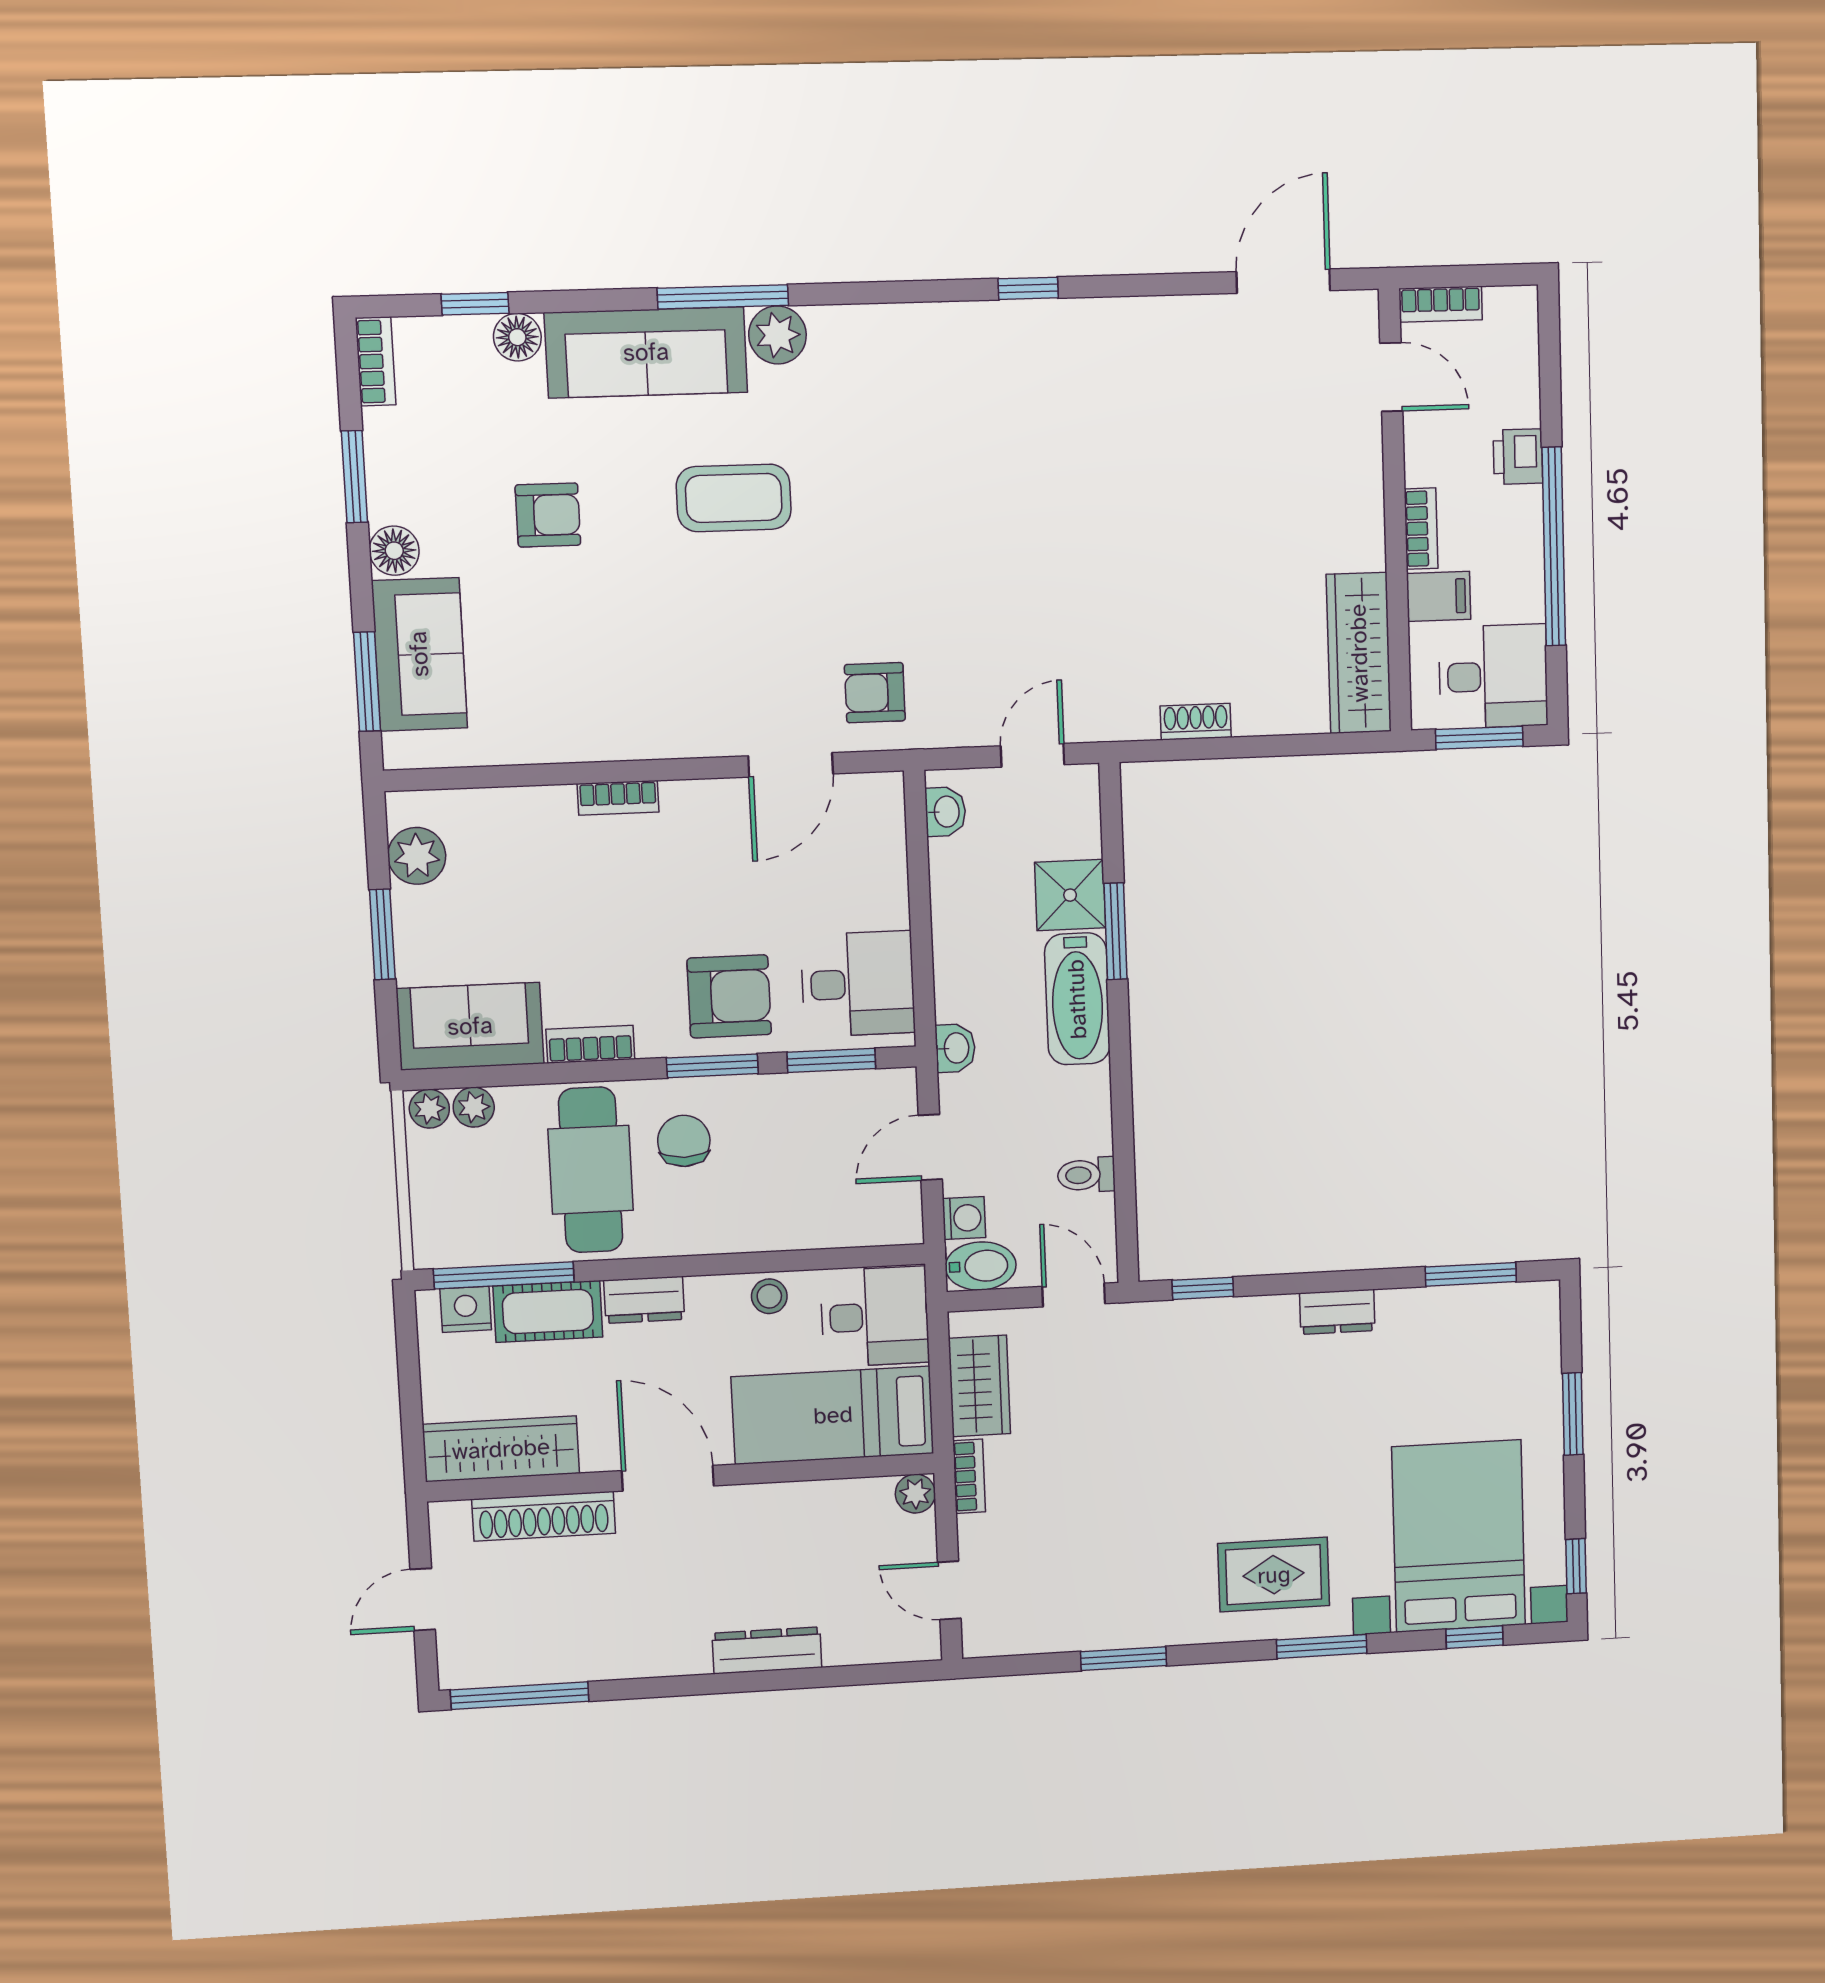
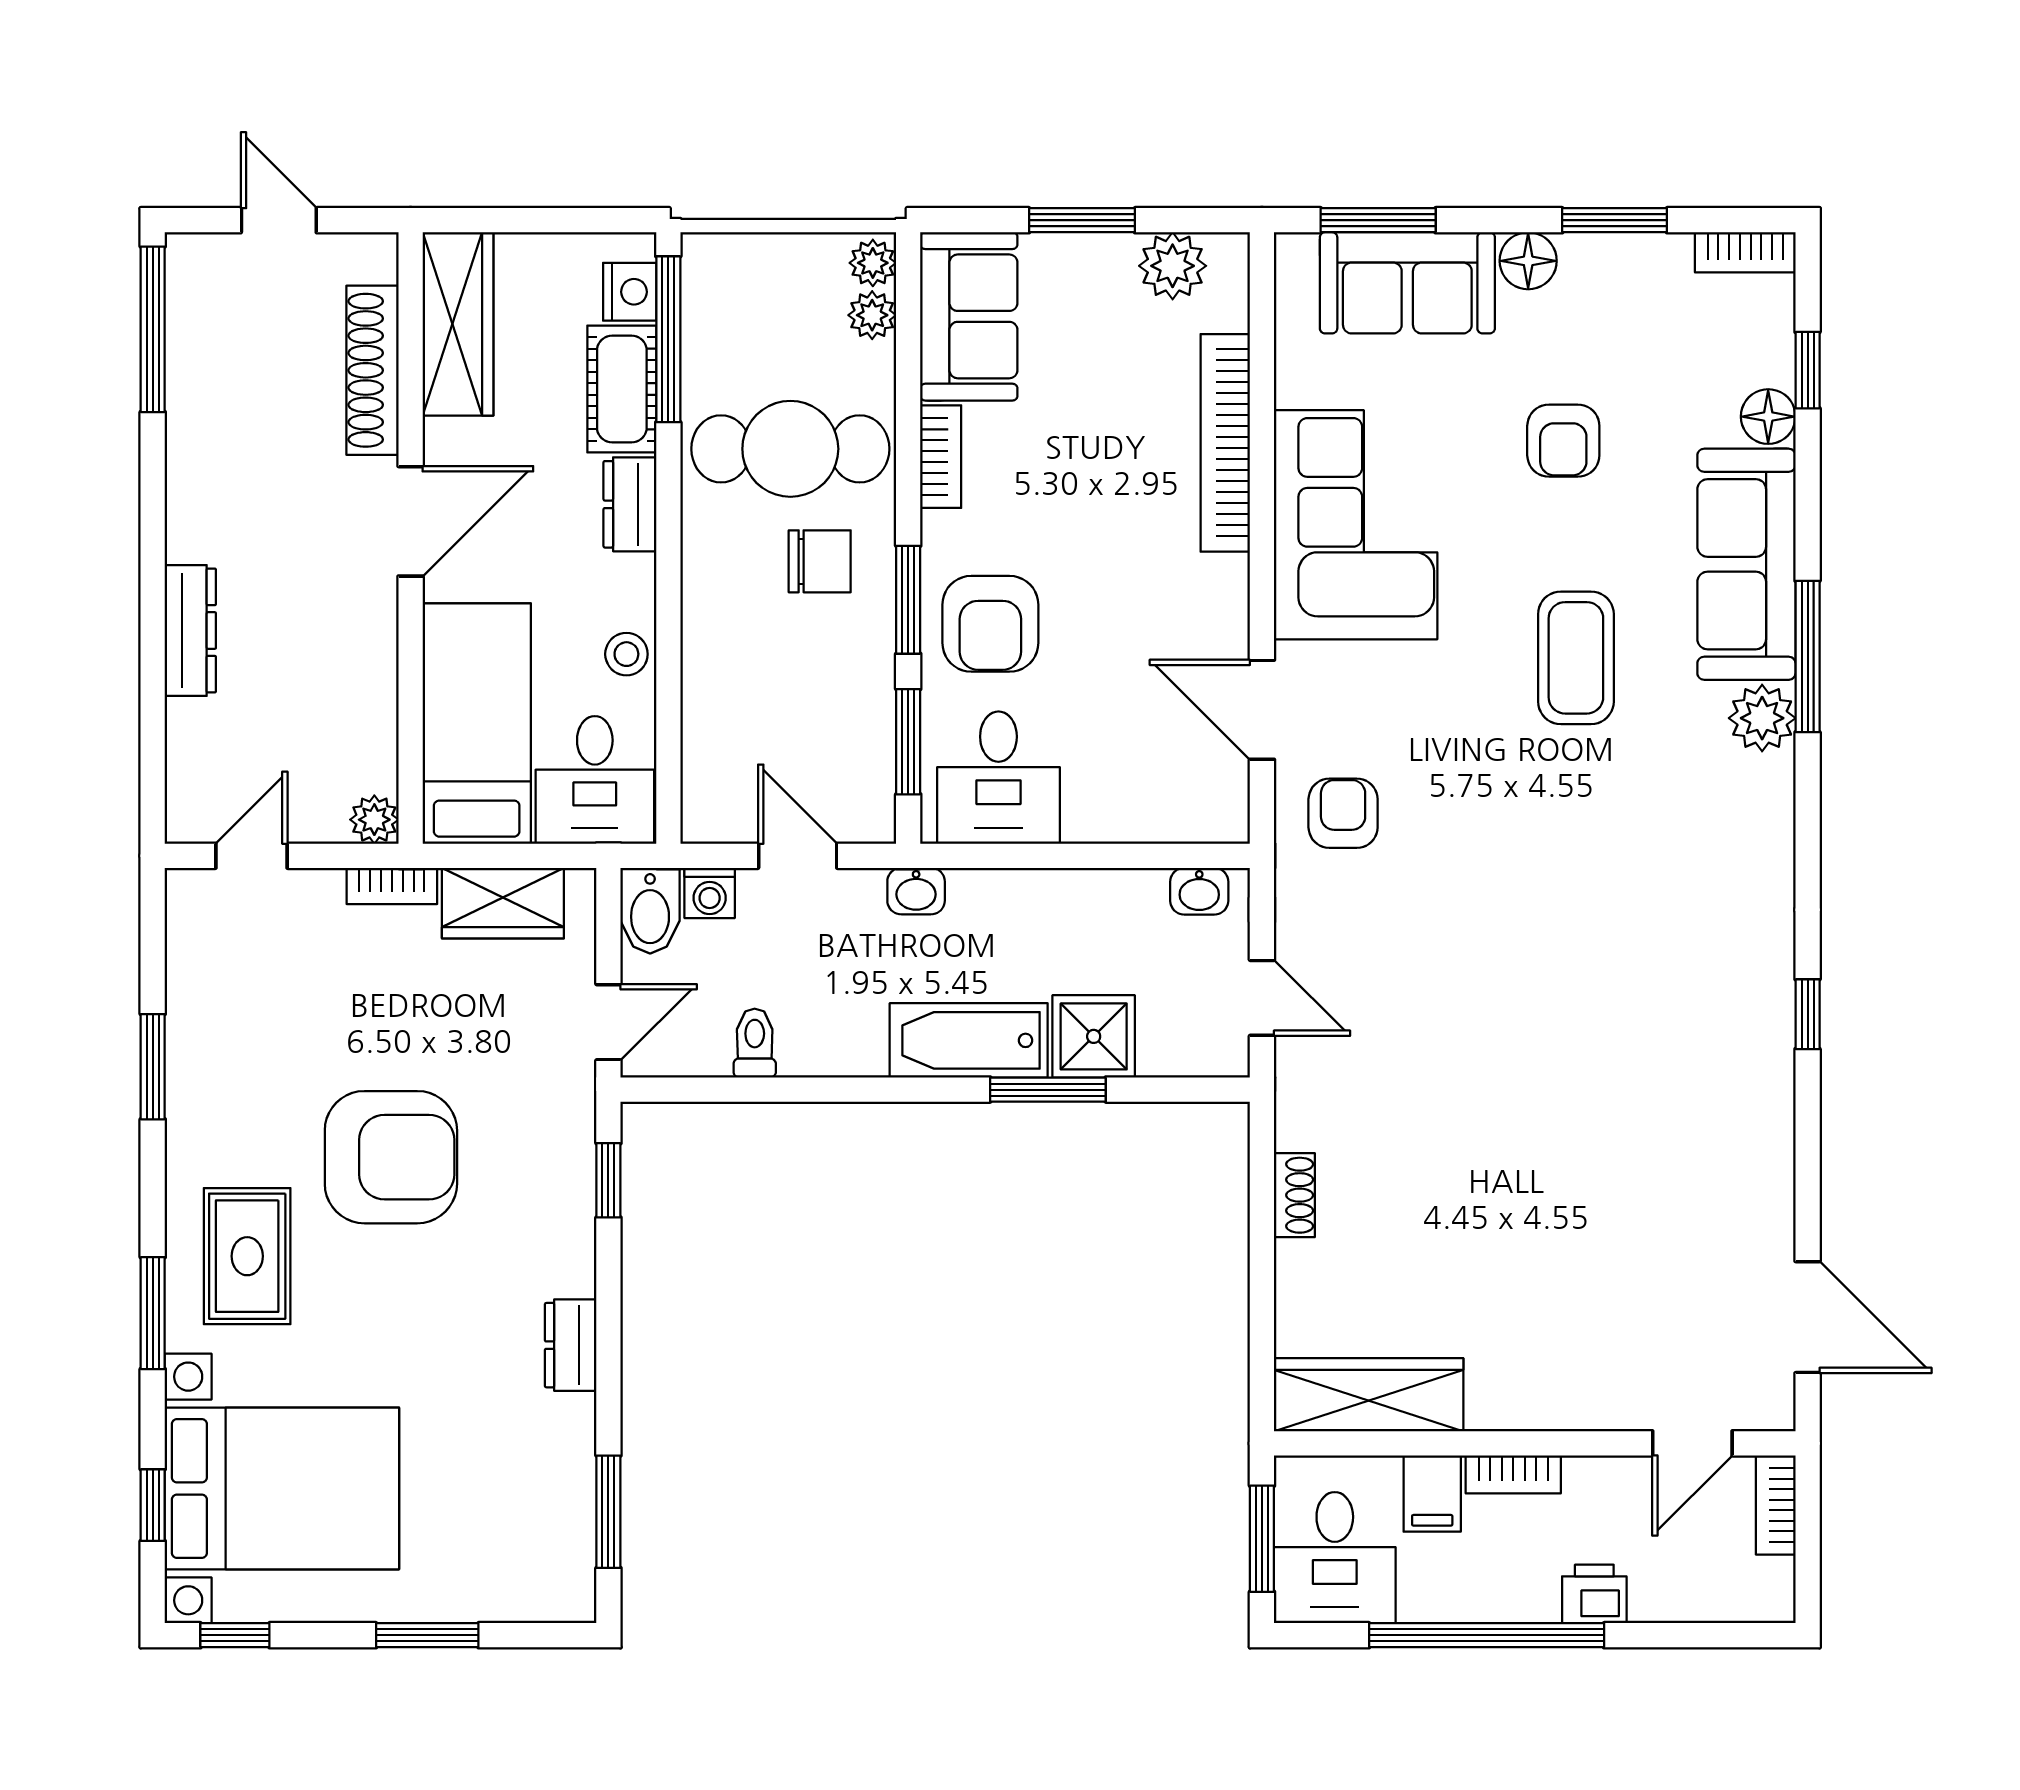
corner sofa: (630, 691) -> (1356, 525), added
bookcase: (618, 798) -> (1225, 443), width x2.31, depth x1.31
armchair: (1190, 1465) -> (391, 1157), added

